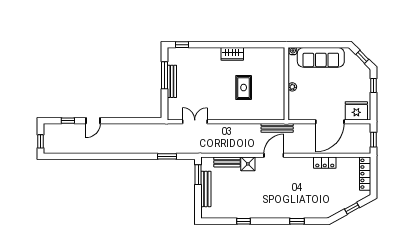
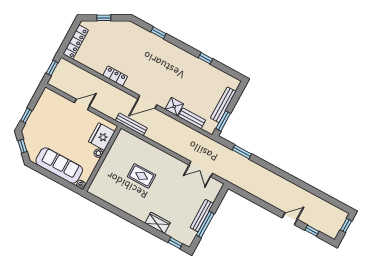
wardrobe: (232, 54) -> (158, 223), moved
rug: (244, 88) -> (142, 176), turned 90
fridge: (356, 111) -> (102, 137), moved, turned 90
door: (330, 122) -> (82, 105), width x0.53
locker: (325, 163) -> (115, 76), moved

